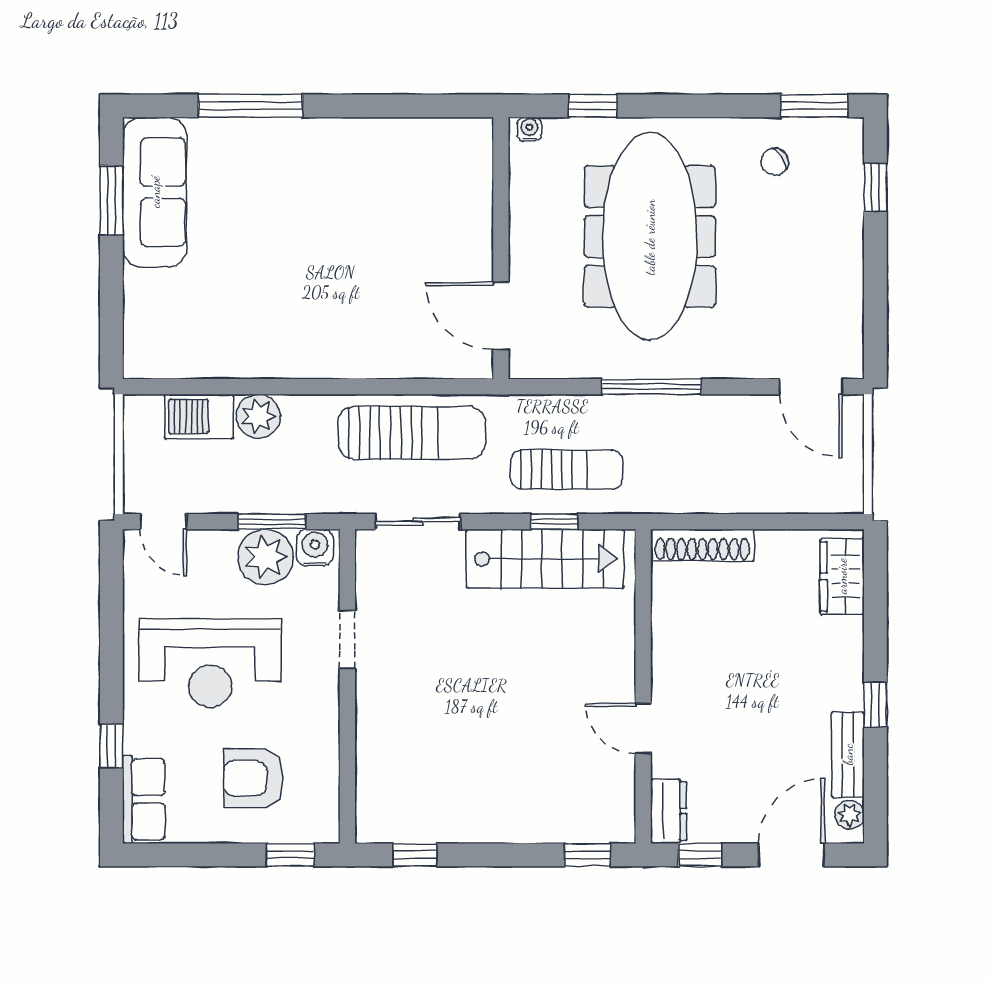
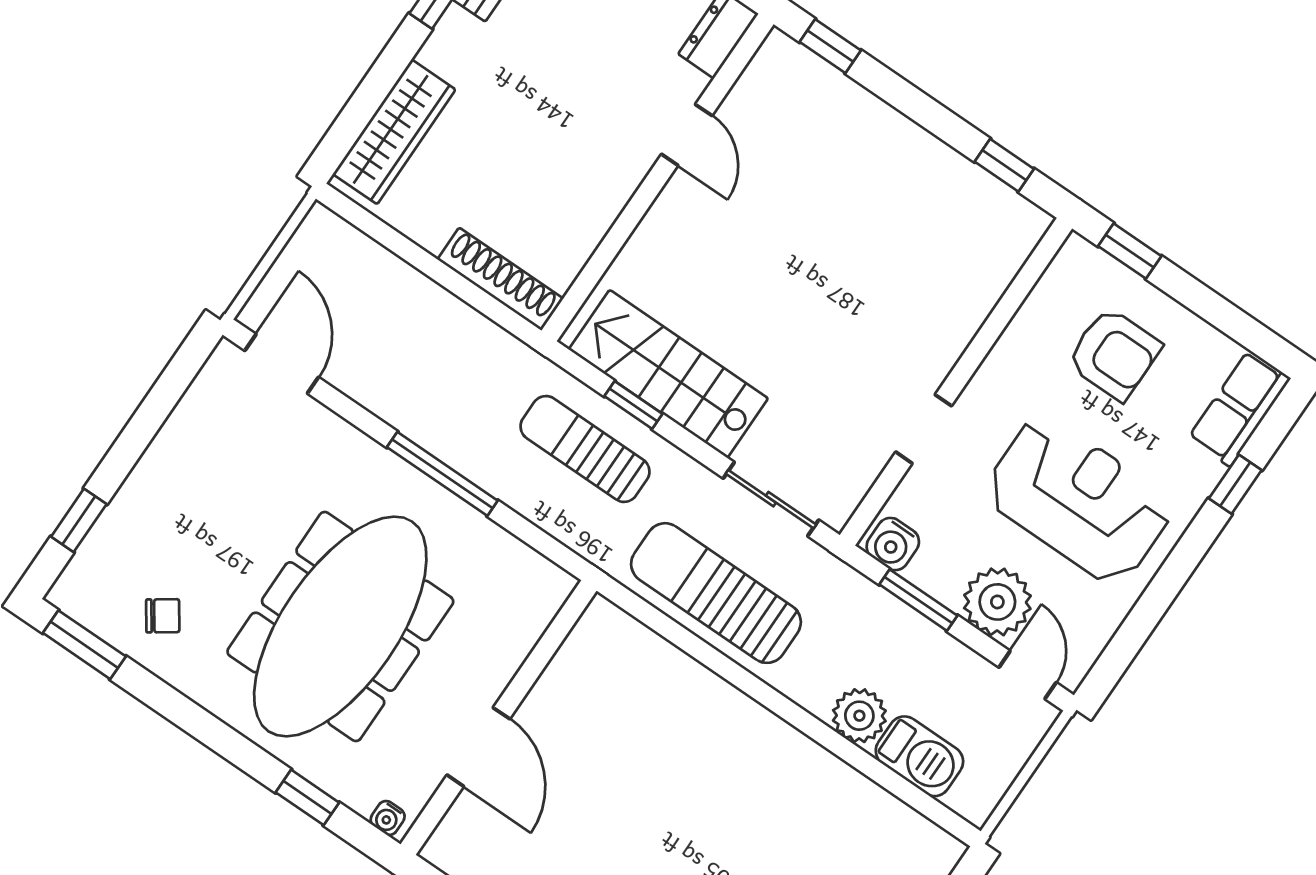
door: (501, 316) -> (478, 747), moved
plant: (266, 557) -> (997, 602), moved
wardrobe: (842, 576) -> (394, 132), width x1.50

